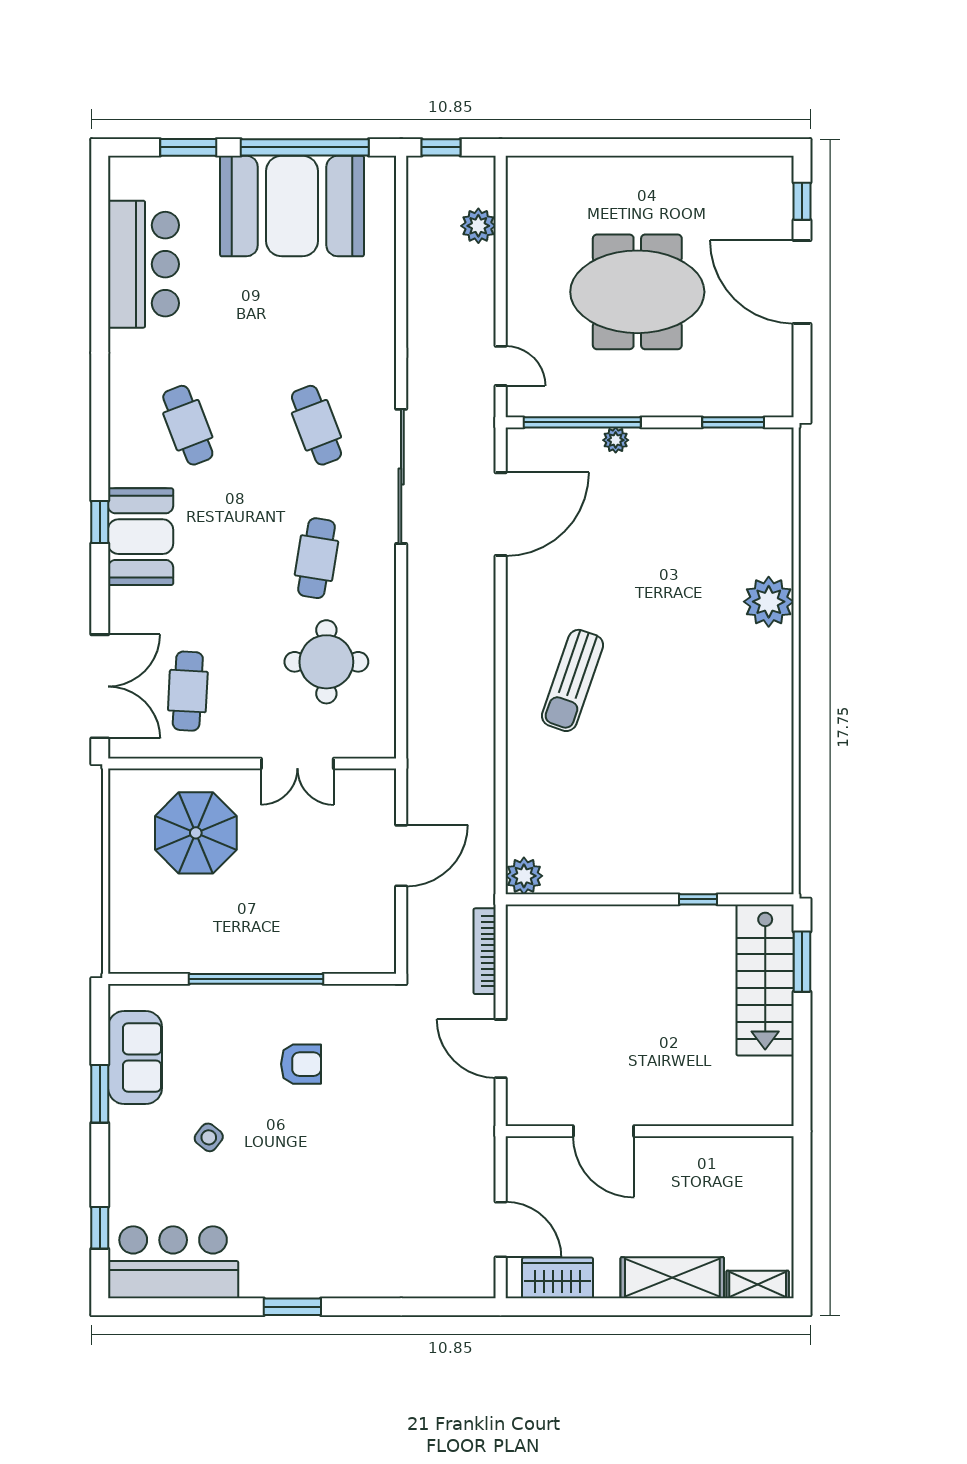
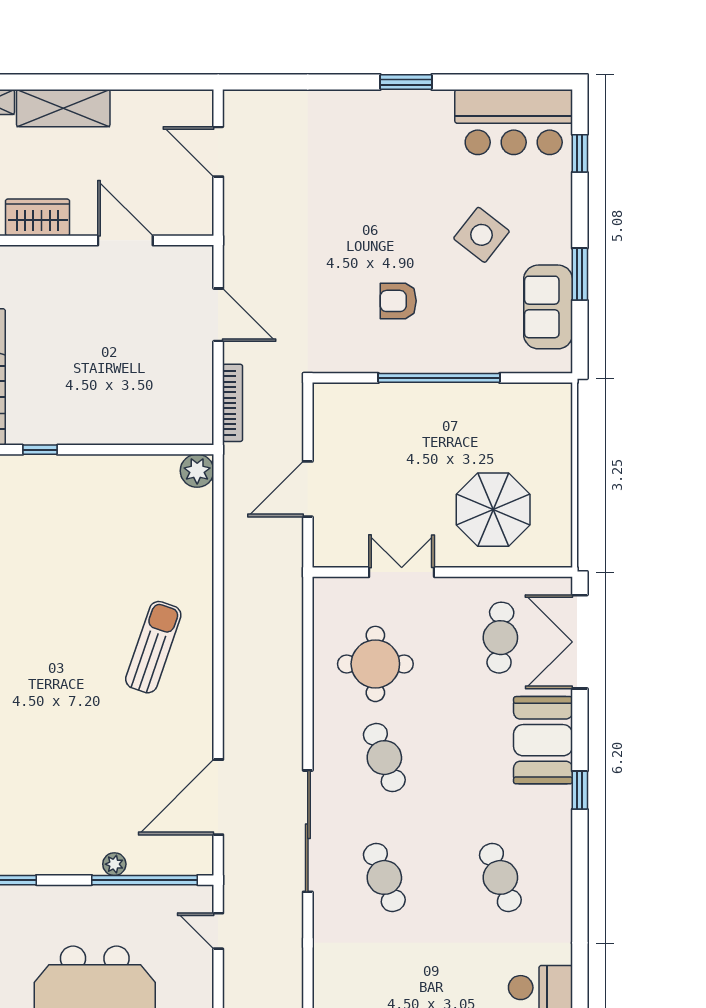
booth: (141, 537) -> (543, 740), moved
cafe table: (316, 558) -> (384, 758), turned -30
side table: (209, 1137) -> (482, 235), width x1.87, depth x1.87
wardrobe: (558, 1278) -> (38, 217), moved, turned 180

